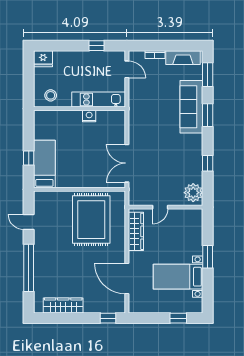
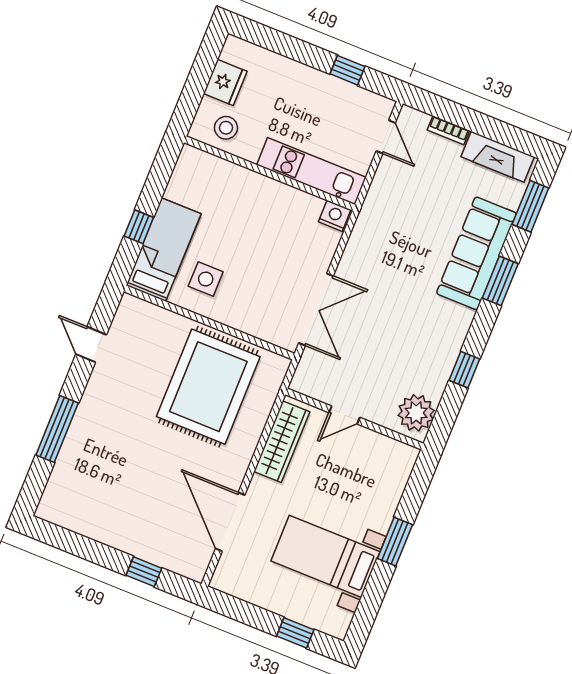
fridge: (43, 59) -> (225, 82), moved, turned -90
nightstand: (89, 116) -> (335, 216), moved
double door: (127, 163) -> (316, 309), swing flipped
side table: (70, 170) -> (206, 279), added
window: (29, 268) -> (57, 429), width x0.68
wardrobe: (63, 305) -> (93, 524), removed
window: (108, 318) -> (144, 572), moved

